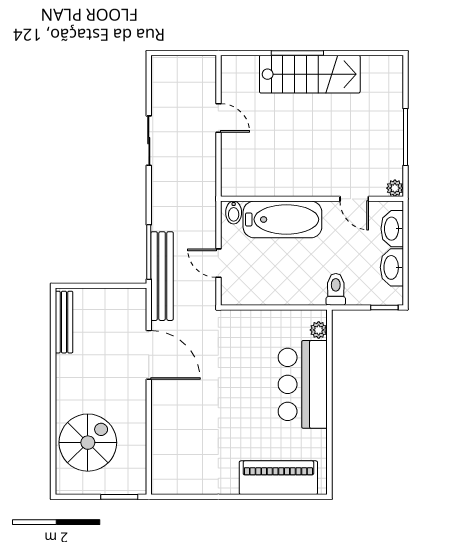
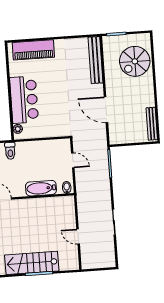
bathtub: (282, 219) -> (41, 188), width x0.73, depth x0.73
bench: (162, 276) -> (96, 60), moved

